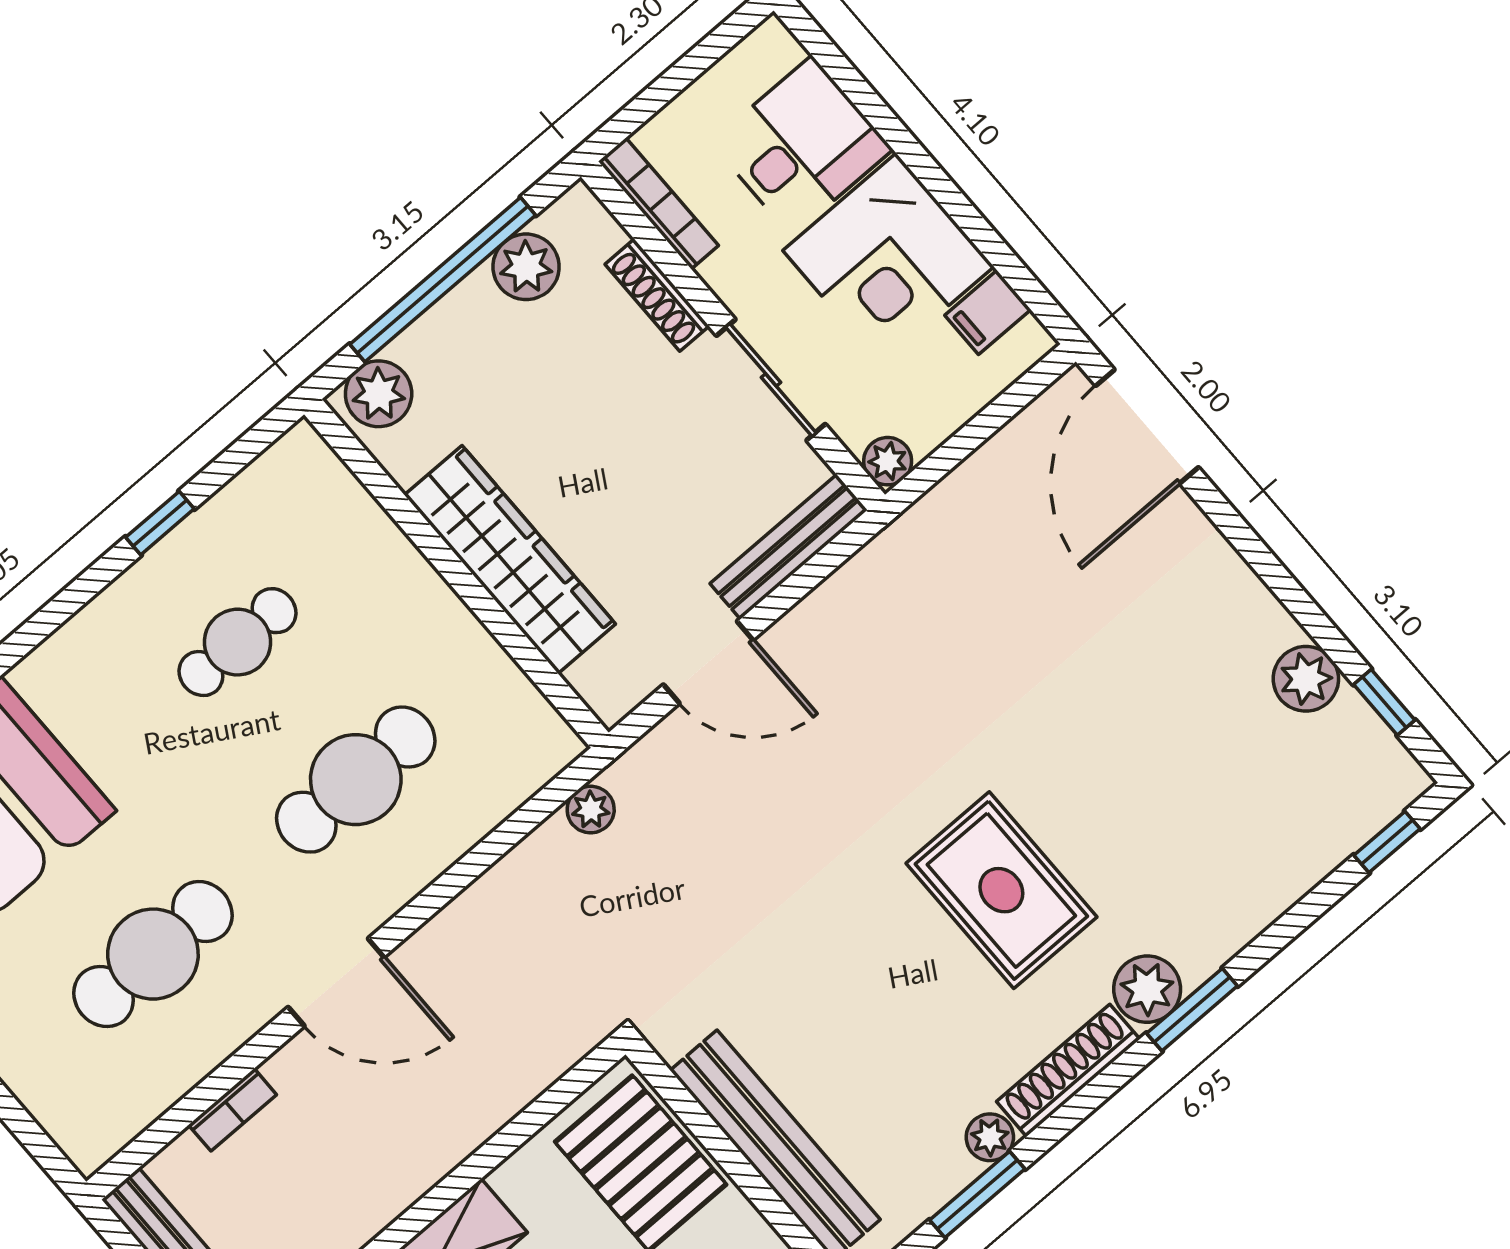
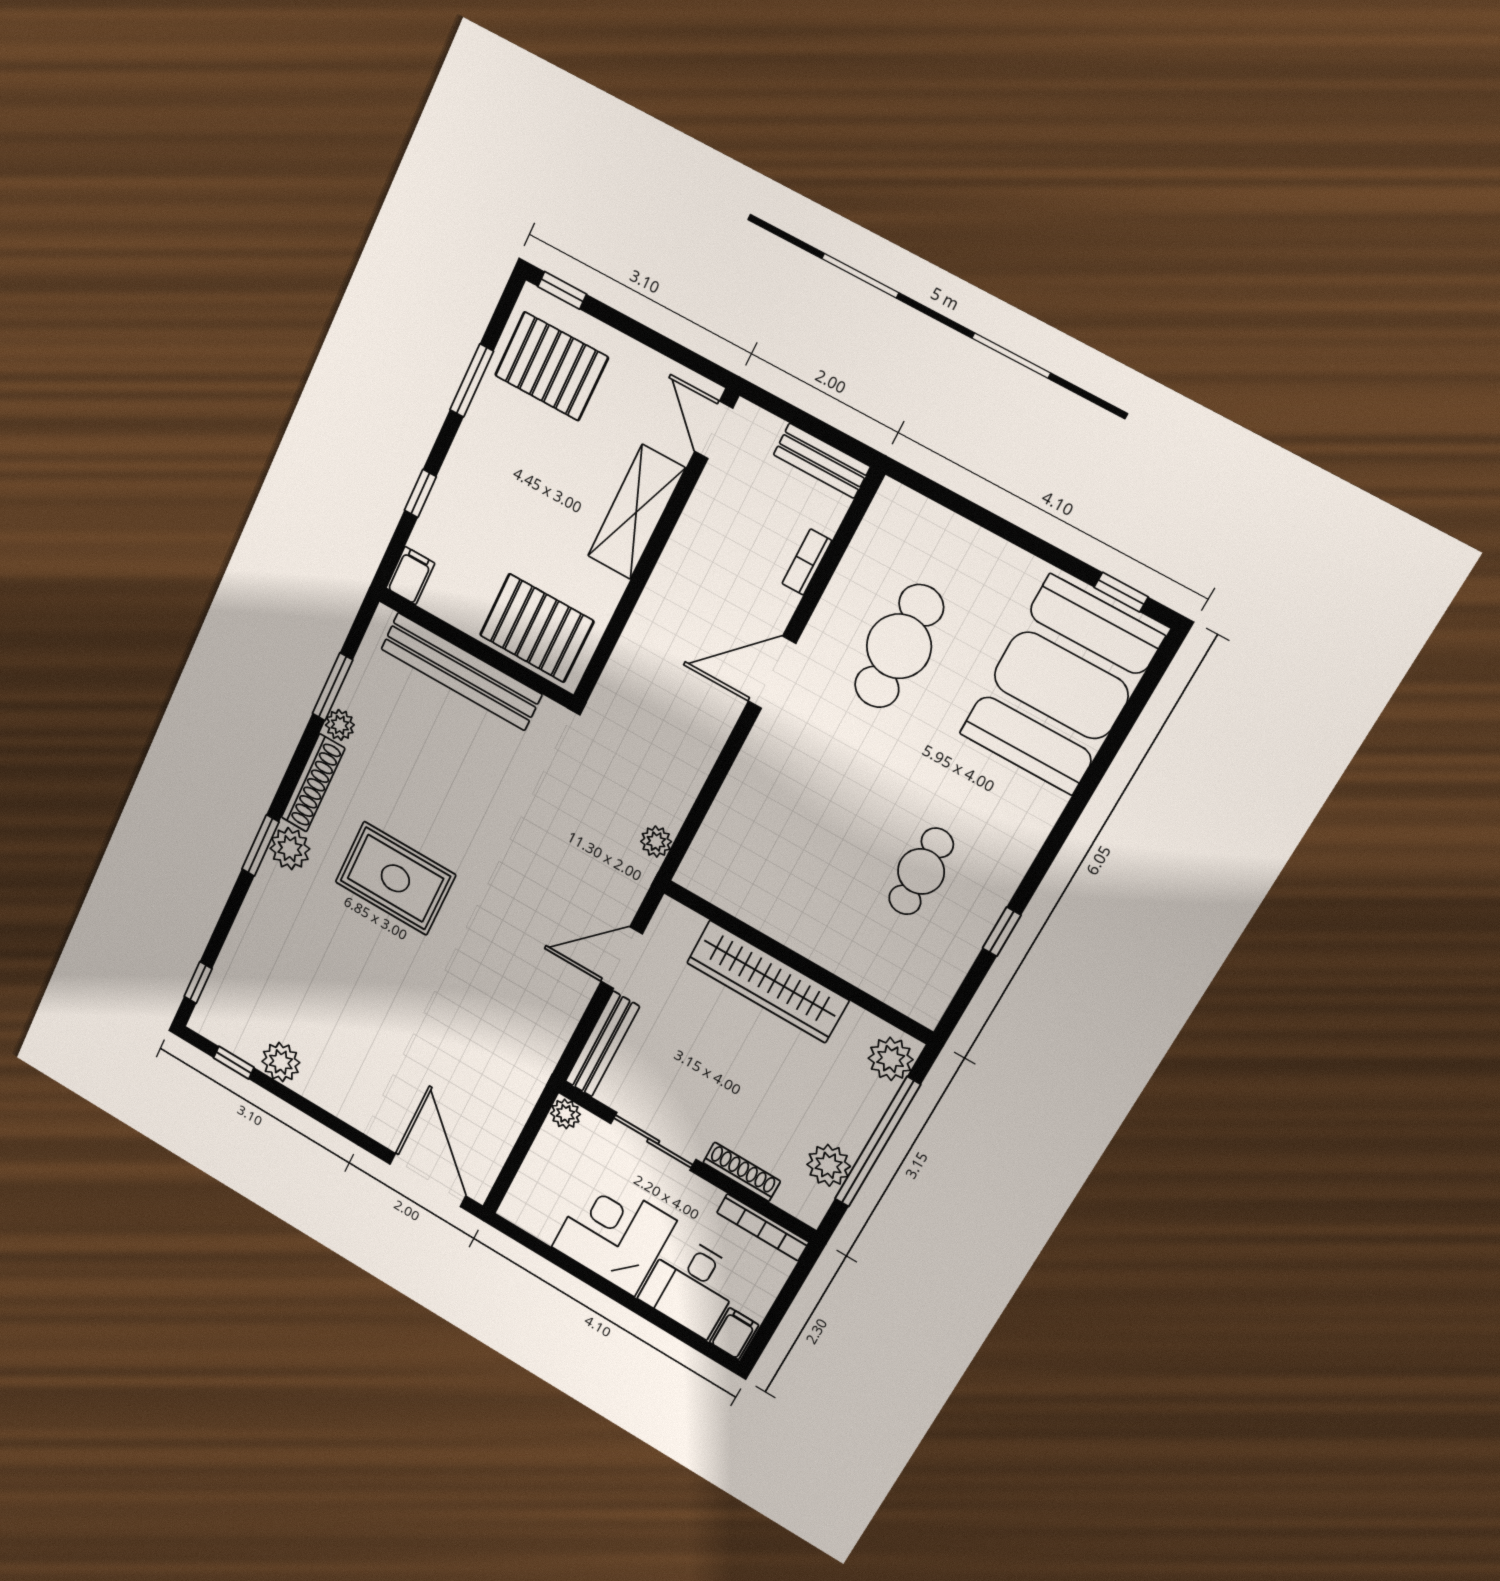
filing cabinet: (988, 312) -> (734, 1334), moved
cafe table: (356, 780) -> (810, 809), removed

